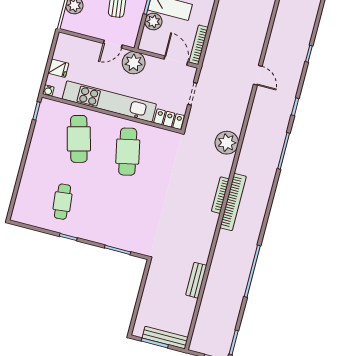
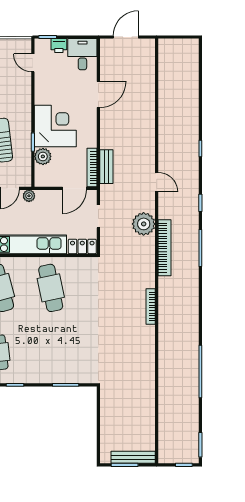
door: (176, 61) -> (74, 188), swing flipped
plant: (134, 63) -> (29, 196), width x0.53, depth x0.53
plant: (227, 143) -> (144, 224), moved
bookcase: (233, 202) -> (164, 248), moved
bench: (196, 280) -> (106, 167), moved

